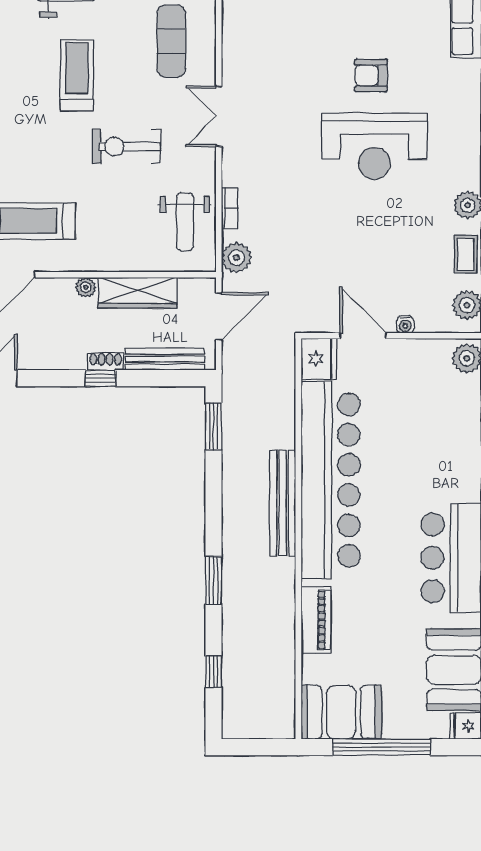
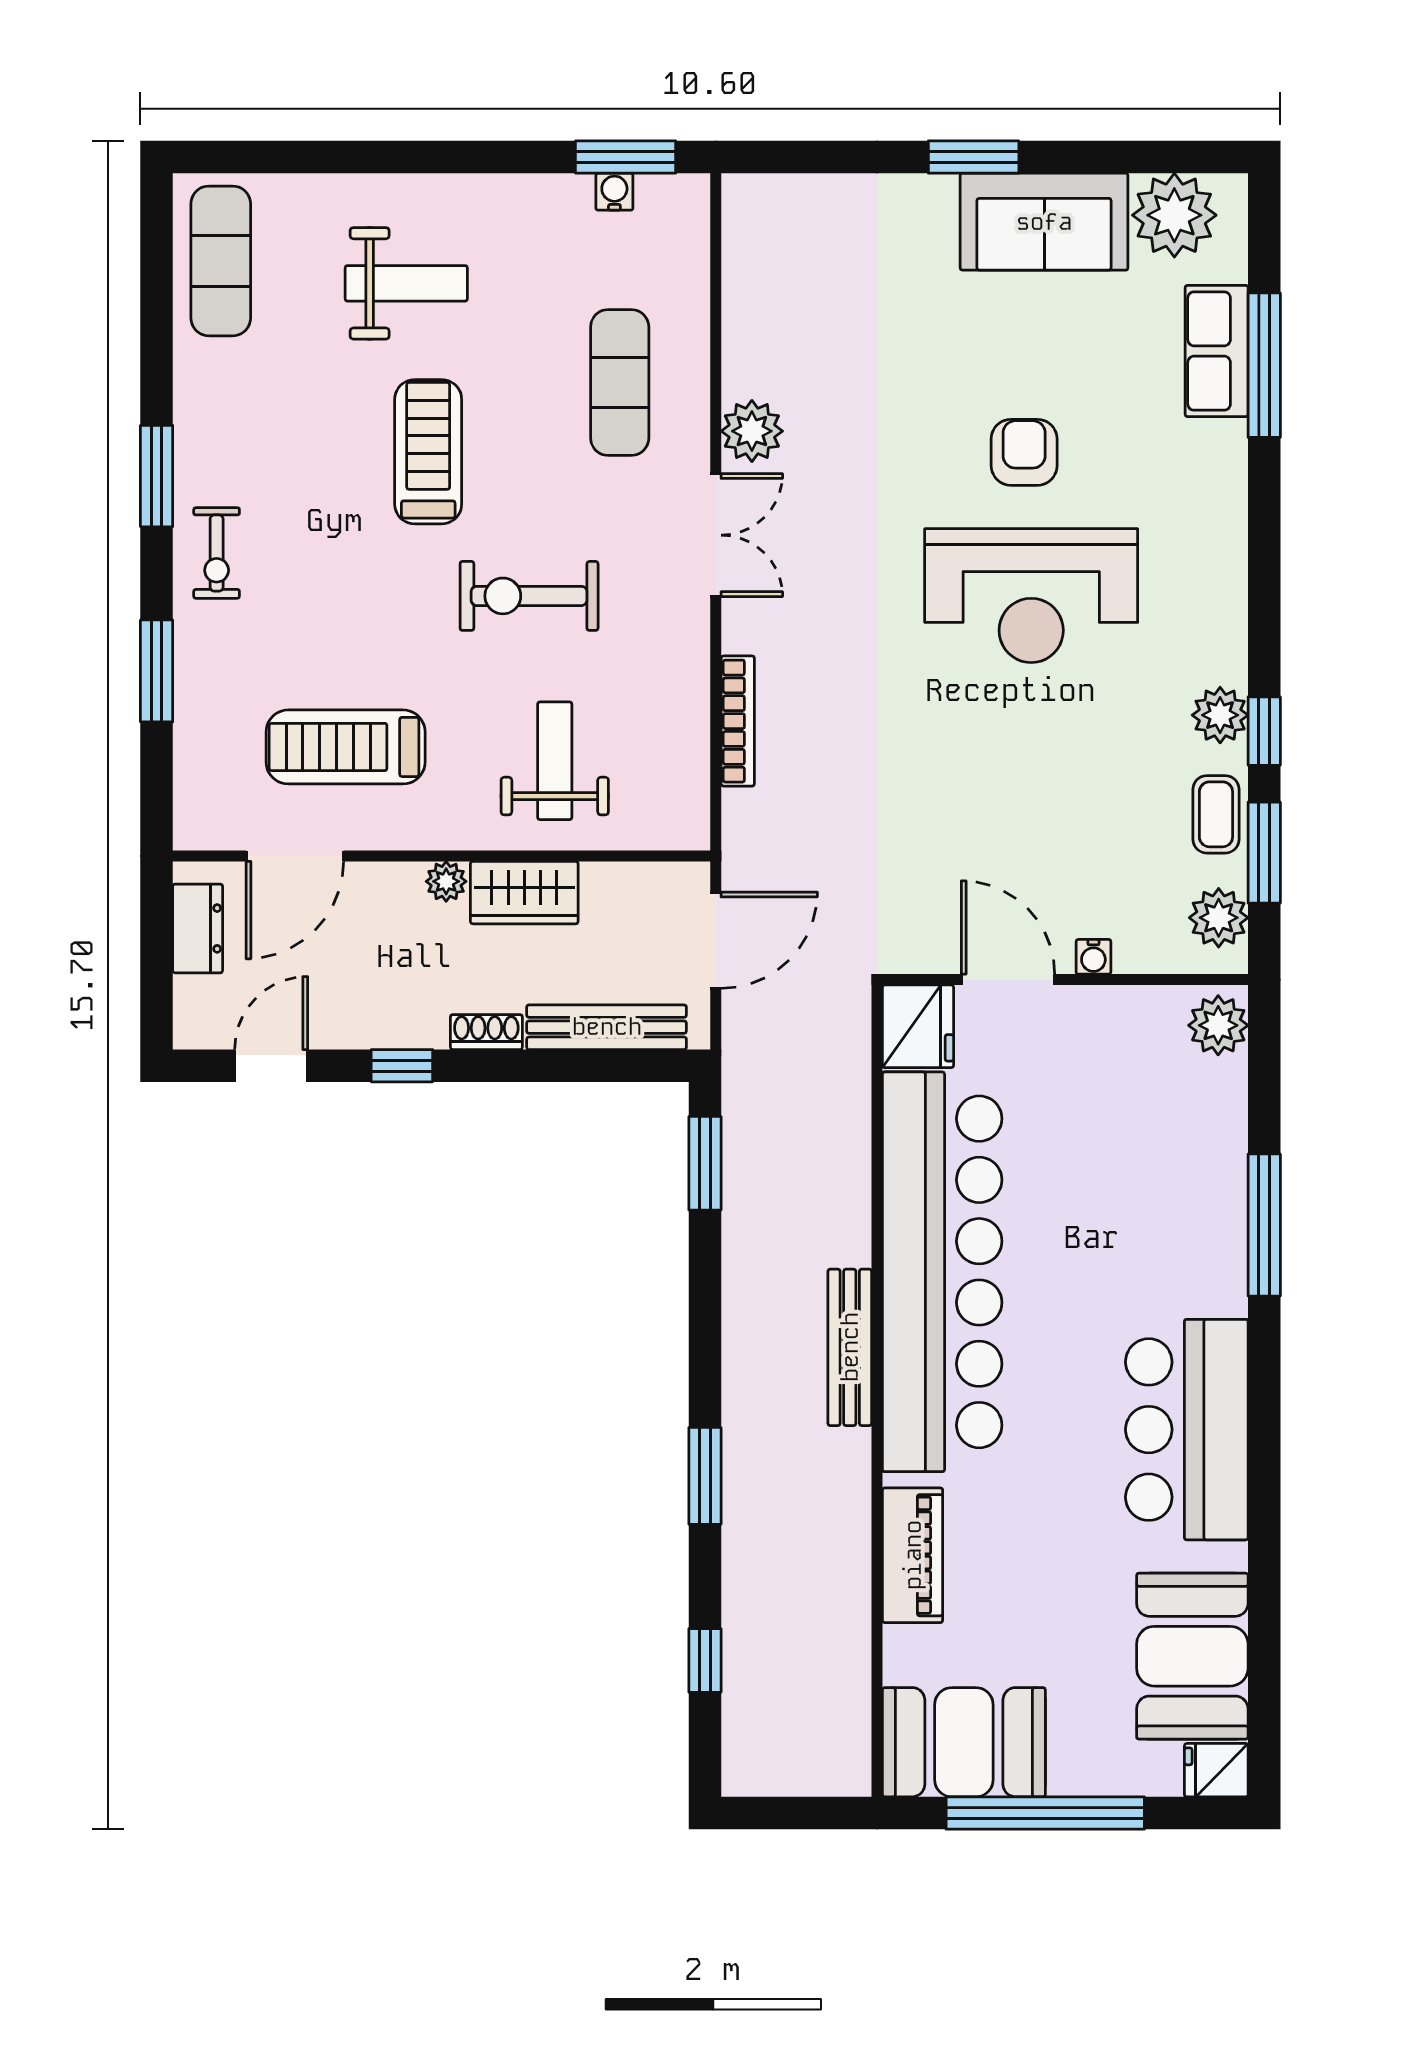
armchair: (371, 75) -> (1024, 452), turned 90
double door: (219, 116) -> (716, 535), swing flipped
bookcase: (230, 208) -> (738, 721), width x1.56
weight bench: (185, 222) -> (555, 761), moved, turned 180
plant: (237, 258) -> (752, 431), moved
wardrobe: (138, 293) -> (524, 893), width x0.67
window: (101, 378) -> (402, 1066), moved
bench: (283, 503) -> (850, 1347), width x0.73, depth x0.82

